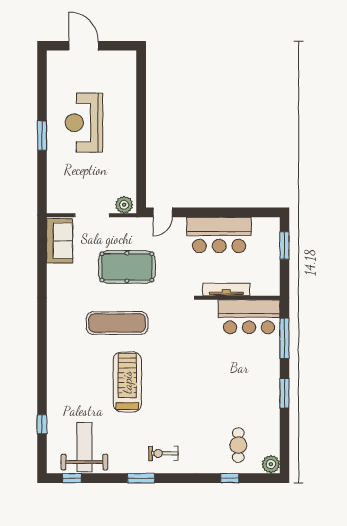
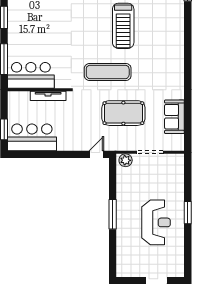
window: (141, 134) -> (113, 214), added
bar counter: (219, 235) -> (32, 137), moved
sofa: (60, 241) -> (174, 117), moved
exercise mat: (117, 323) -> (108, 72), moved

